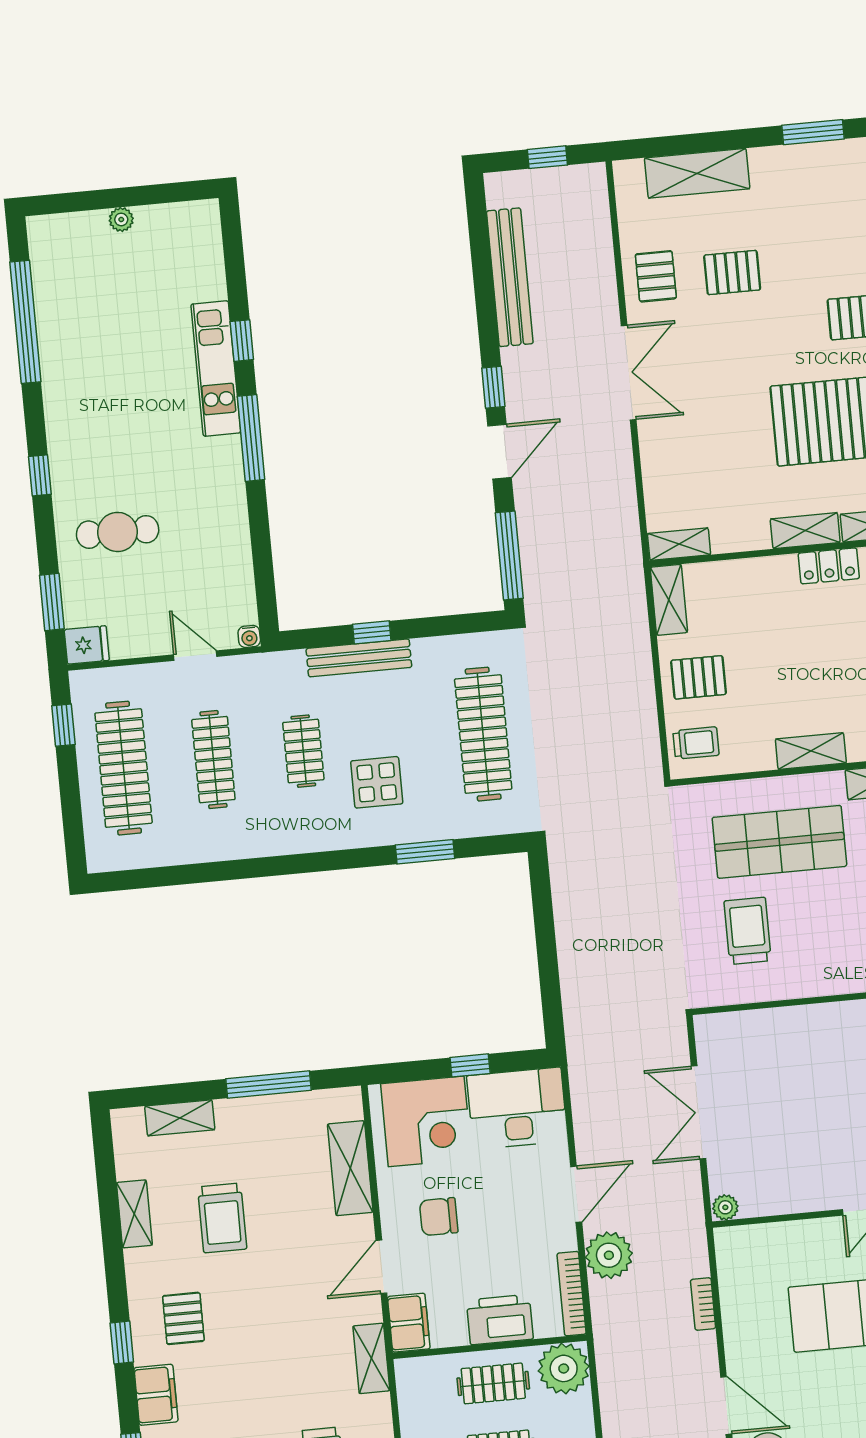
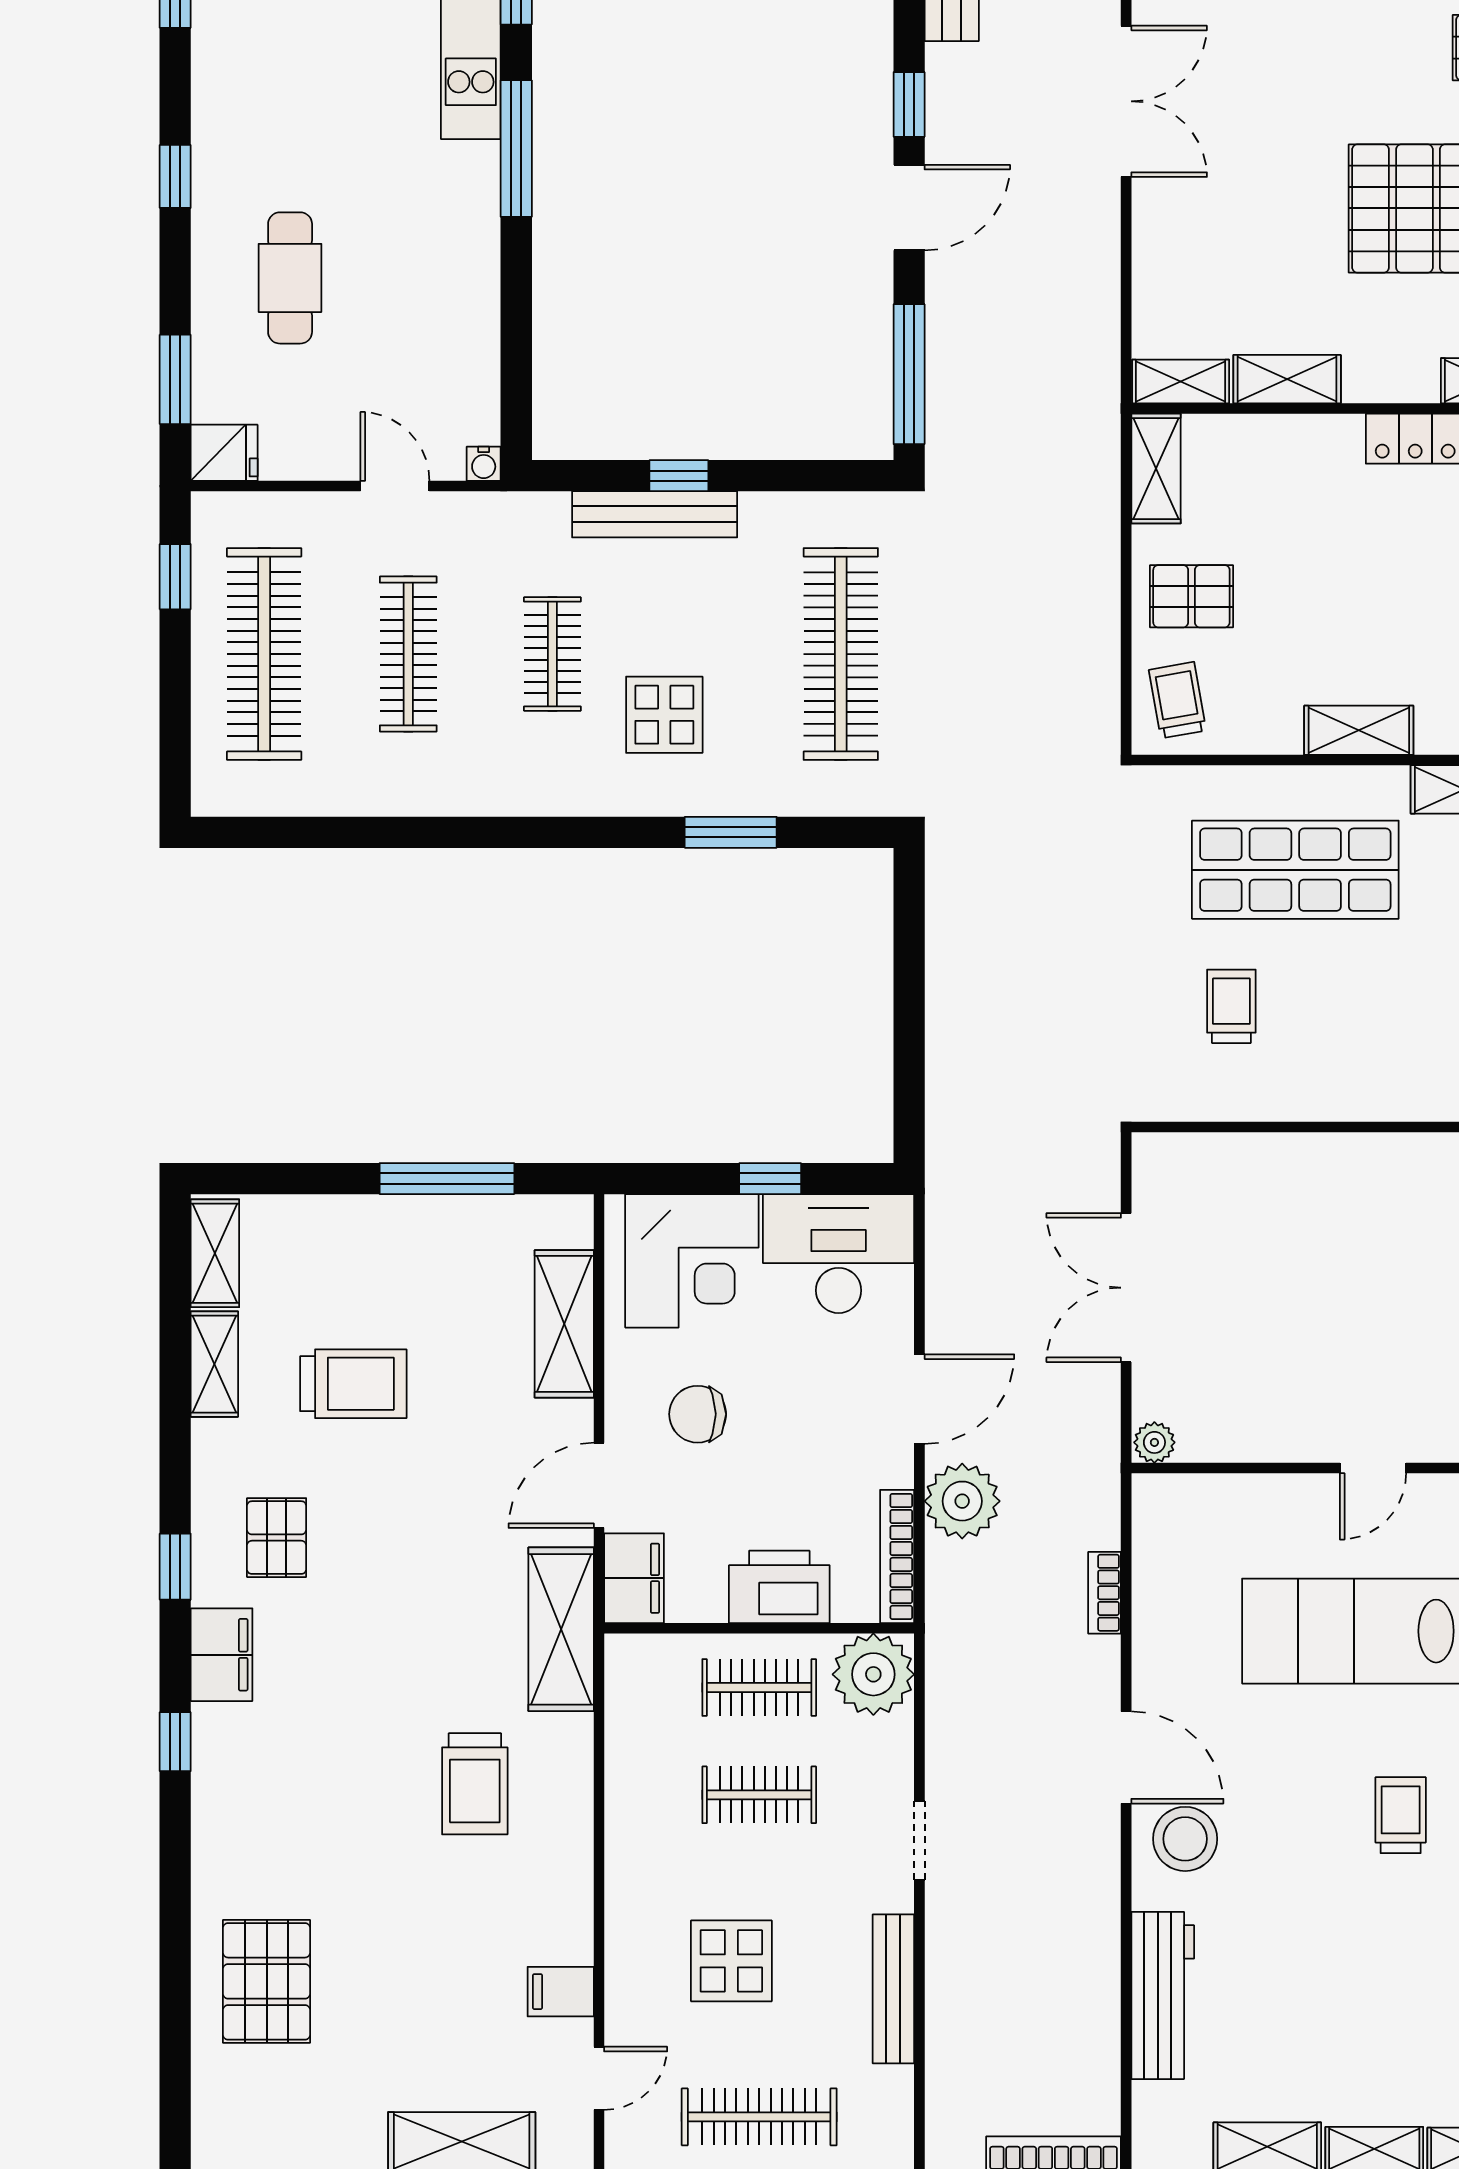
shelving: (805, 531) -> (1287, 379), moved
cafe table: (118, 532) -> (290, 278), turned 90
trolley: (696, 743) -> (1178, 700), turned -100
trolley: (748, 931) -> (1231, 1006), width x0.73, depth x0.72
shelving: (180, 1118) -> (215, 1253), moved, turned 90
trolley: (222, 1218) -> (353, 1384), turned -90
shelving: (371, 1358) -> (561, 1629), width x1.50, depth x1.33

